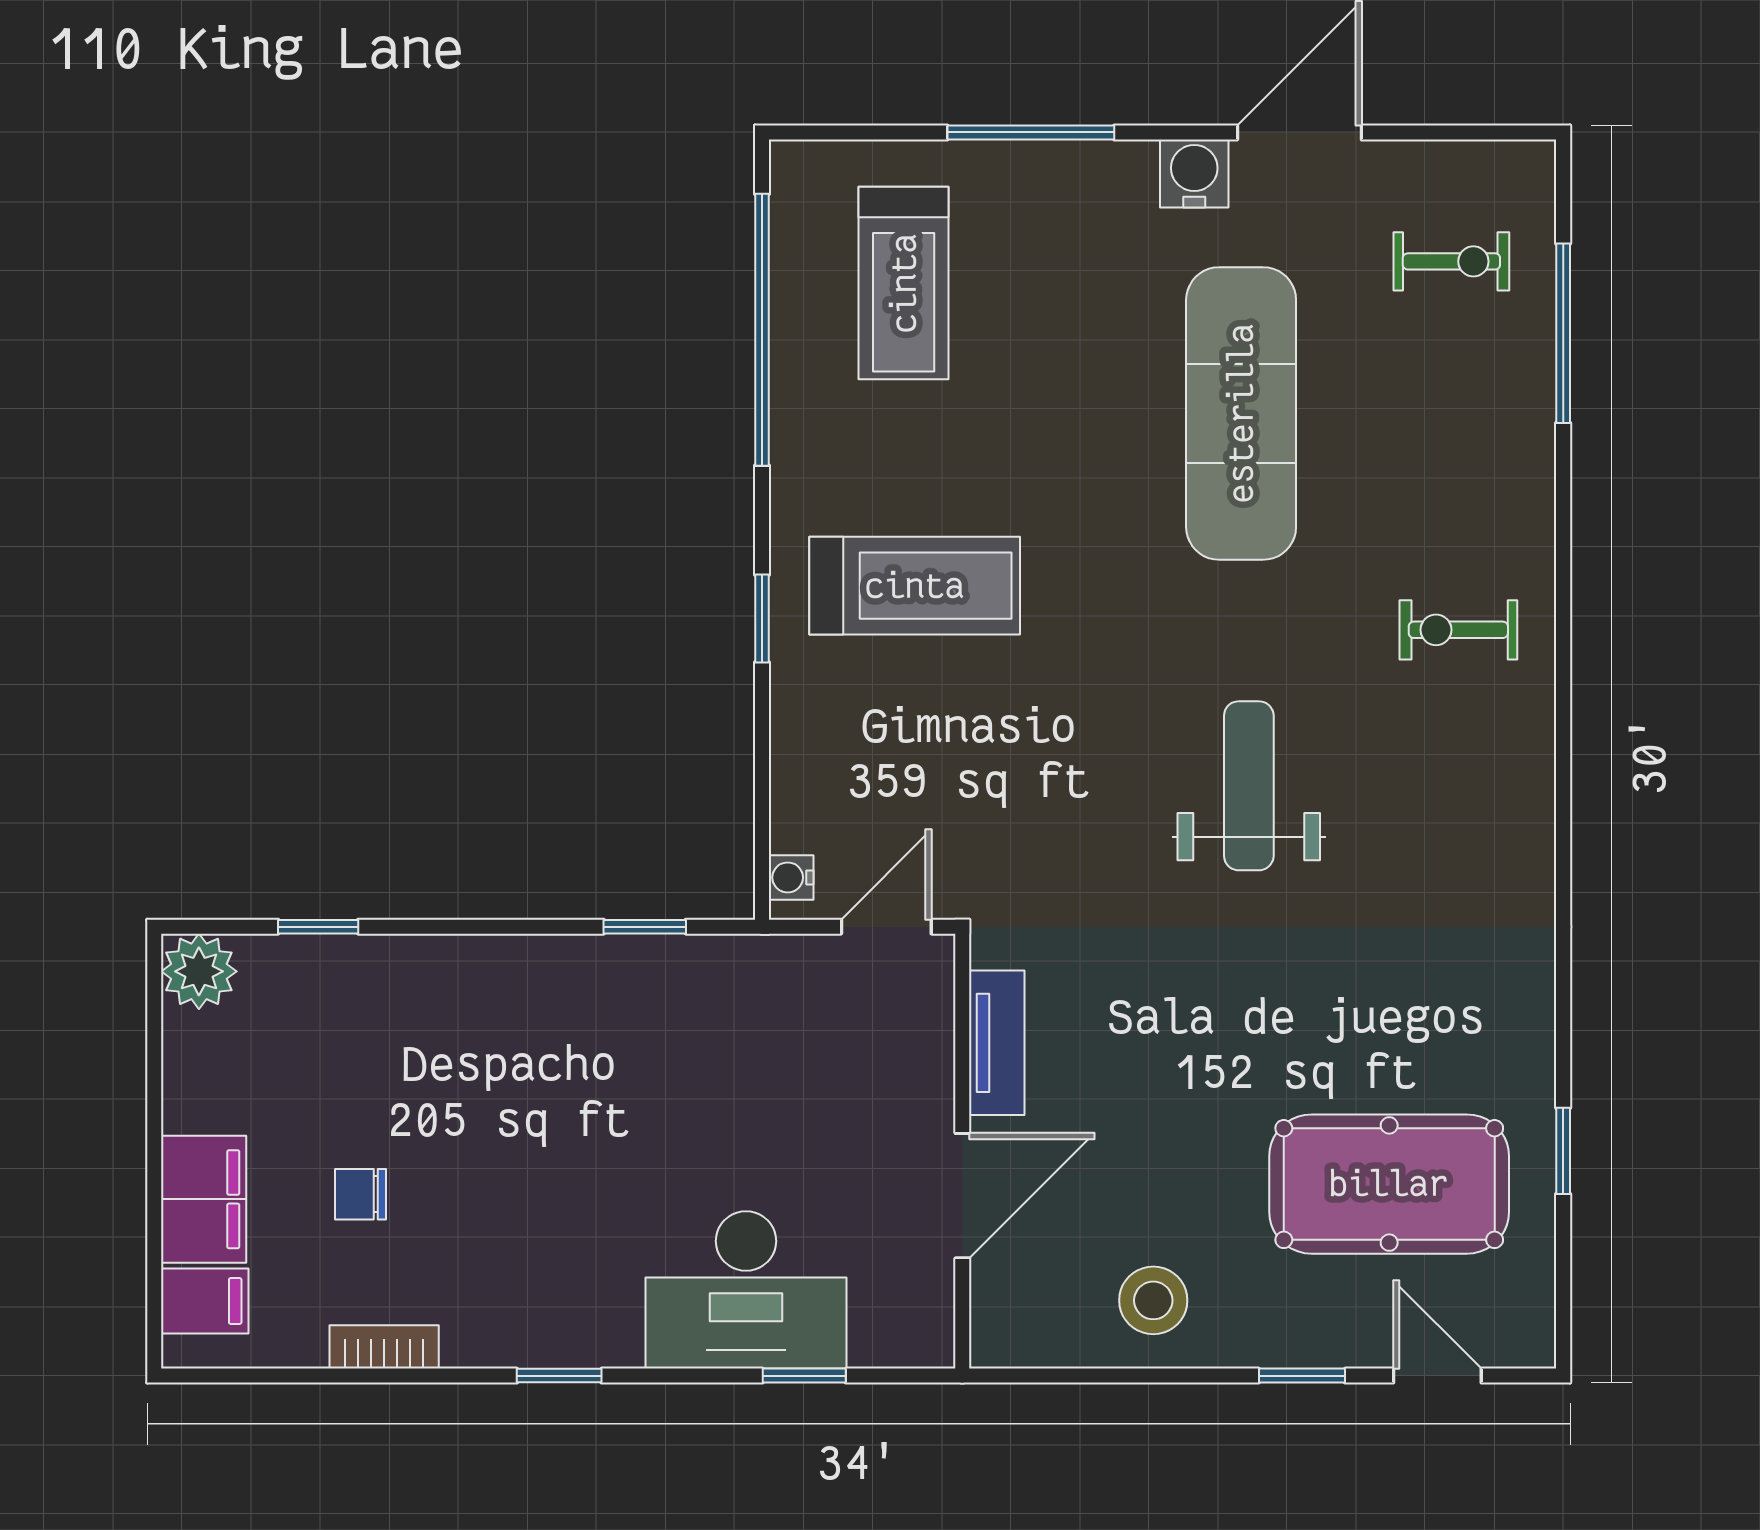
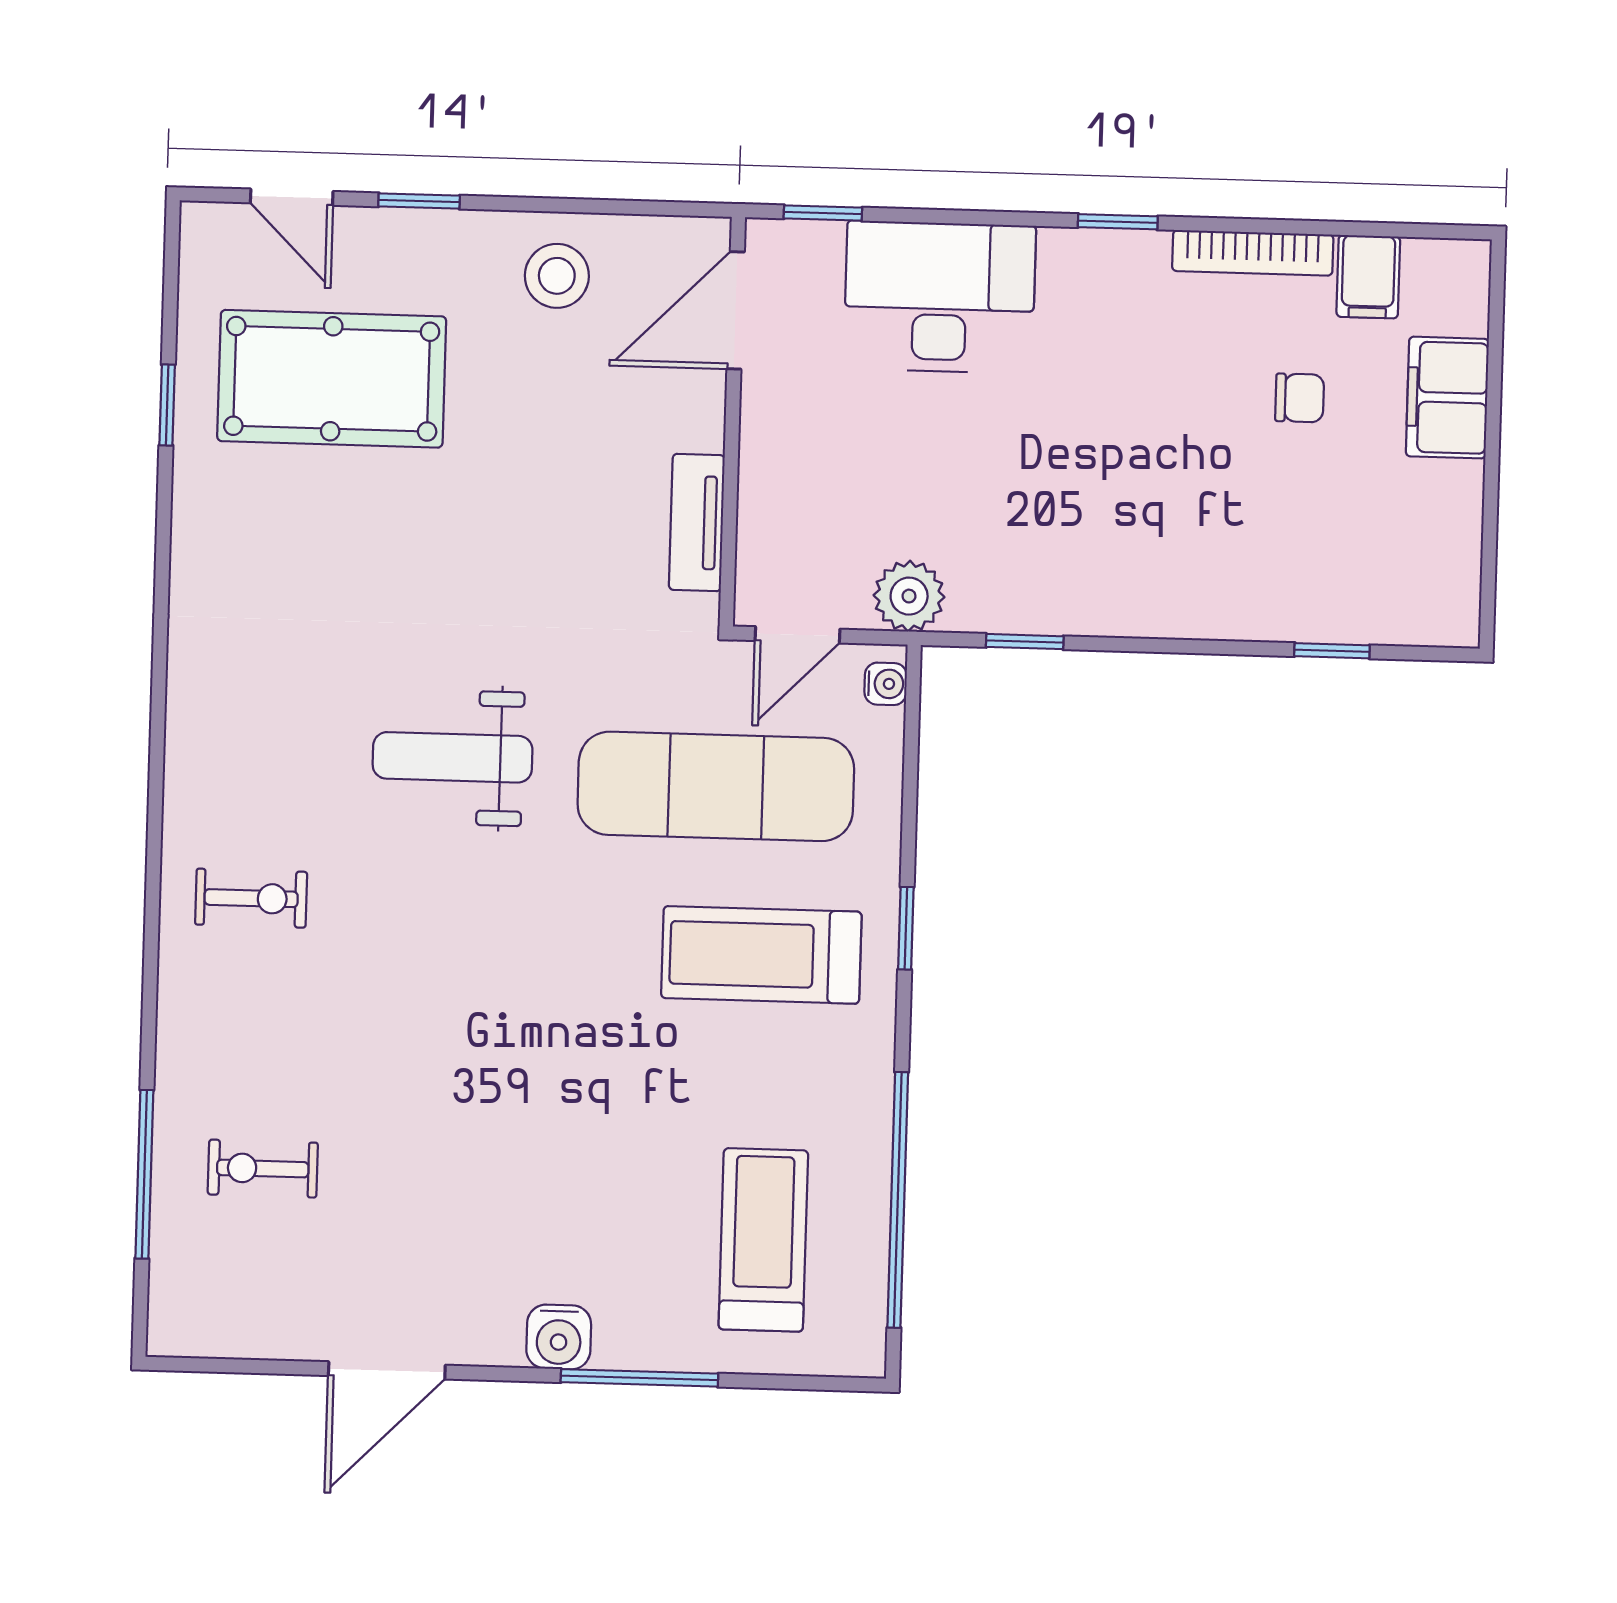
water cooler: (1194, 173) -> (559, 1337), moved
exercise bike: (1451, 261) -> (263, 1169), moved
exercise mat: (1241, 413) -> (716, 786), moved, turned 90
weight bench: (1249, 786) -> (453, 757), turned 90
plant: (199, 971) -> (909, 596), moved
door: (962, 1196) -> (736, 310), moved
filing cabinet: (205, 1301) -> (1368, 277), moved, turned -90
bookcase: (384, 1347) -> (1253, 253), width x1.56
window: (804, 1376) -> (823, 213), moved

